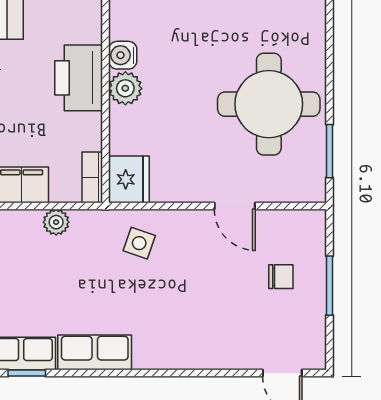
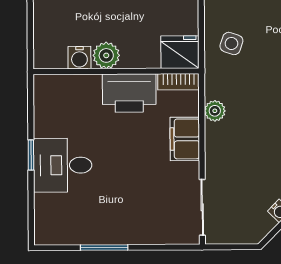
printer: (79, 78) -> (129, 93), moved

